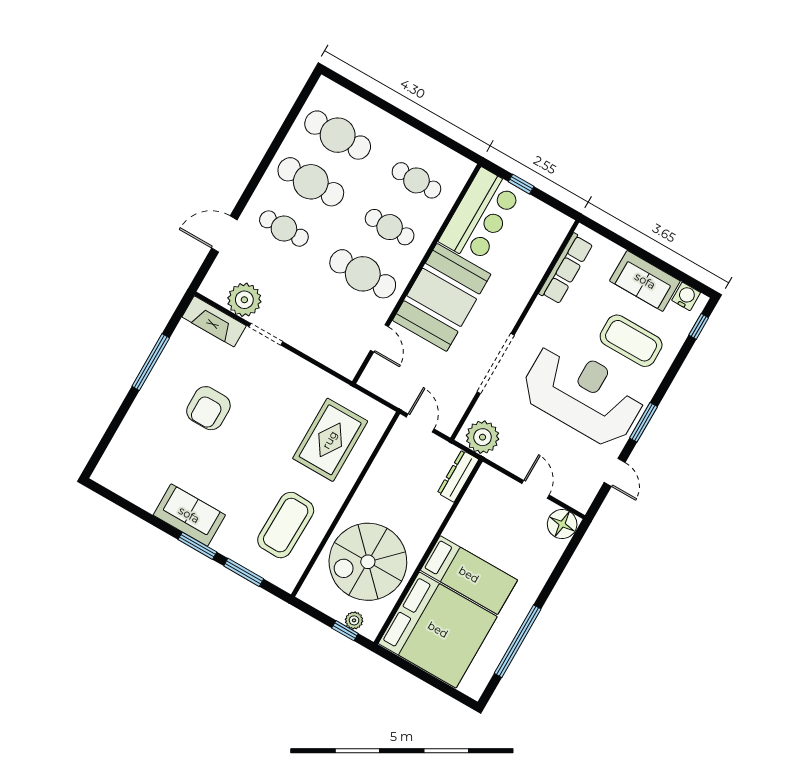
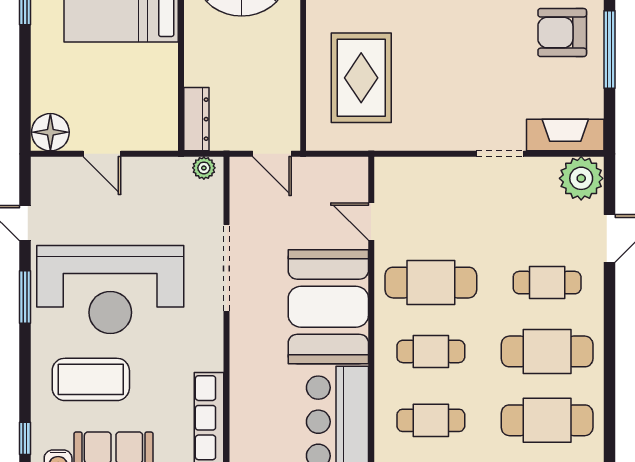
plant: (244, 300) -> (581, 178), moved
armchair: (208, 408) -> (562, 33), moved, turned -90
plant: (483, 437) -> (204, 168), width x0.53, depth x0.53

